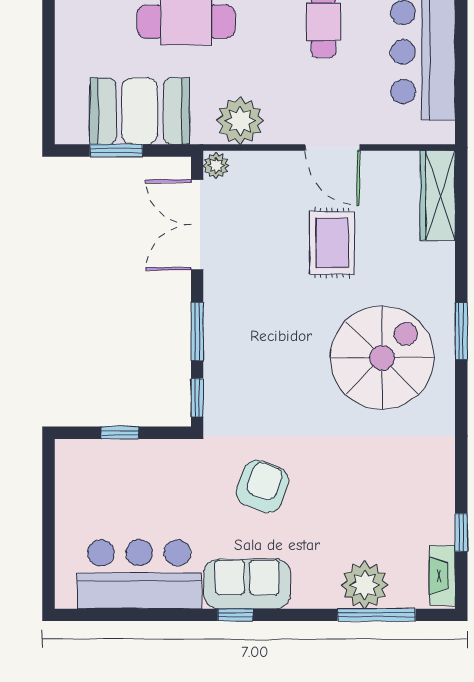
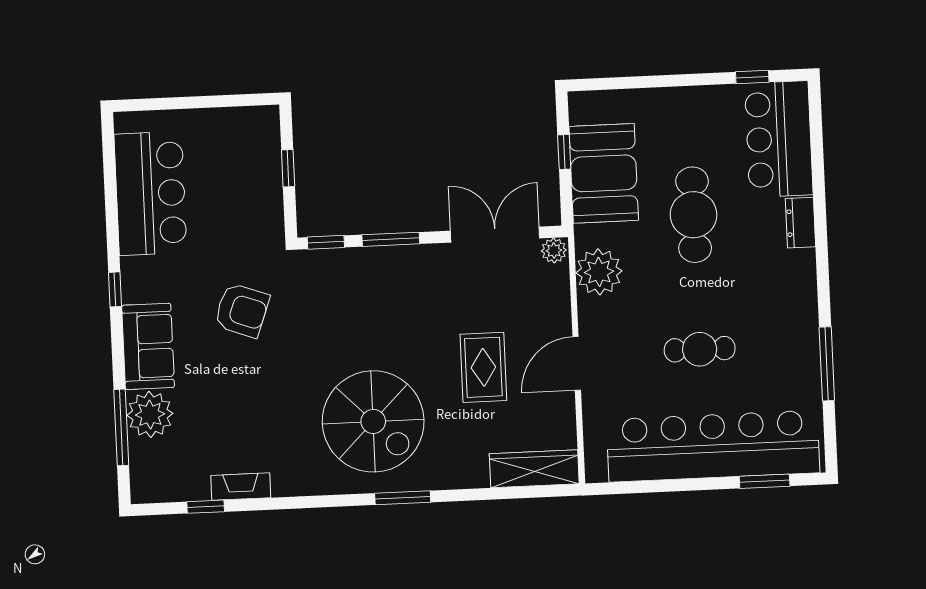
window: (116, 151) -> (564, 152), width x0.67
rug: (332, 243) -> (483, 367), turned 90
fireplace: (442, 576) -> (241, 487), moved
sofa: (247, 584) -> (148, 346), moved

